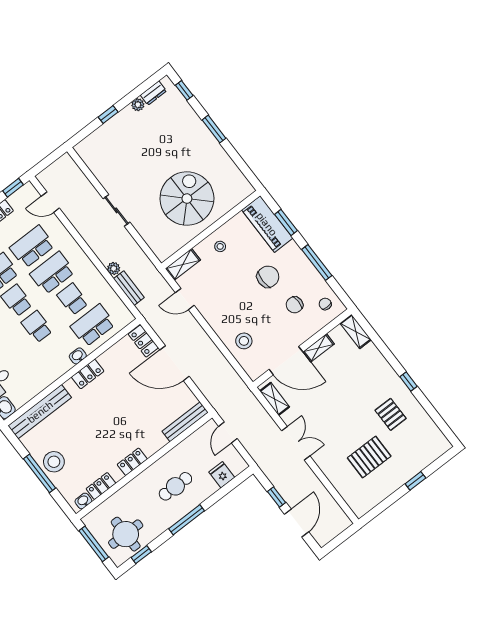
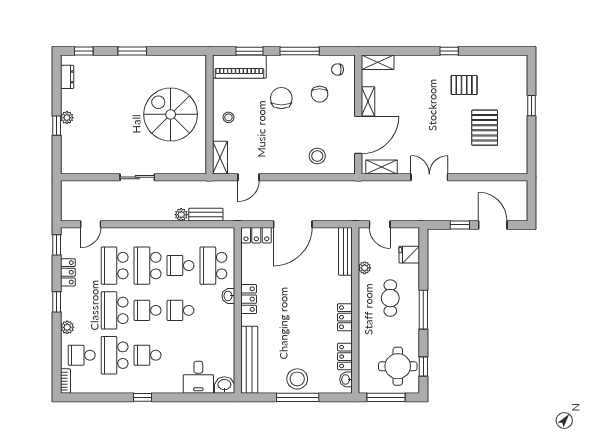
plant: (138, 105) -> (67, 118), moved
plant: (184, 447) -> (365, 268), added

